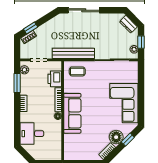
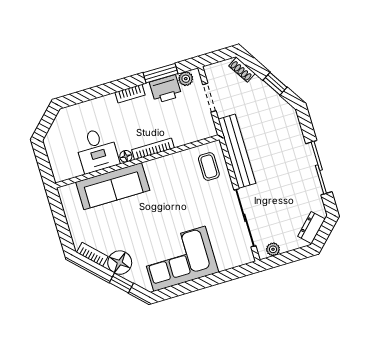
sliding door: (84, 10) -> (319, 168), moved
window: (31, 28) -> (275, 84), moved
window: (141, 42) -> (288, 257), removed
printer: (55, 79) -> (166, 89), moved, turned 180
sofa: (72, 113) -> (113, 186), moved
desk: (32, 134) -> (97, 150), moved, turned 180

